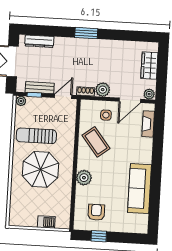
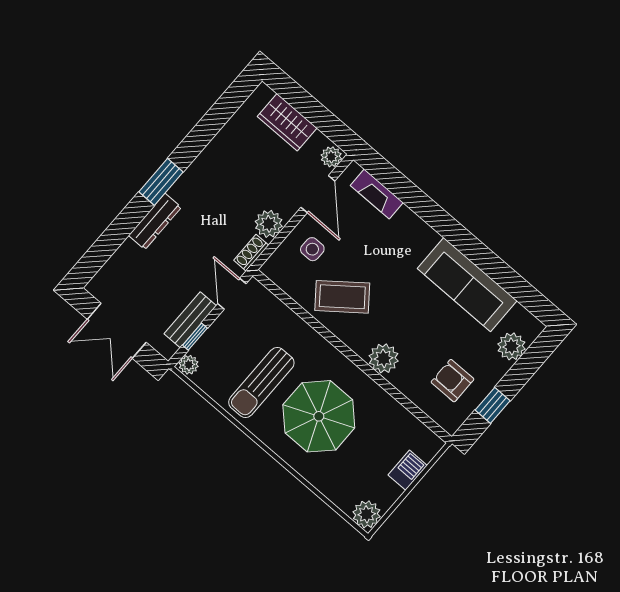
dresser: (39, 41) -> (155, 221), moved
plant: (16, 219) -> (367, 514), added
plant: (128, 226) -> (511, 346), added

